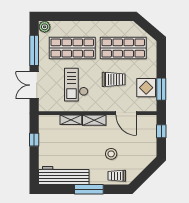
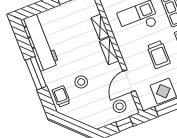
stool: (144, 130) -> (120, 106), added

